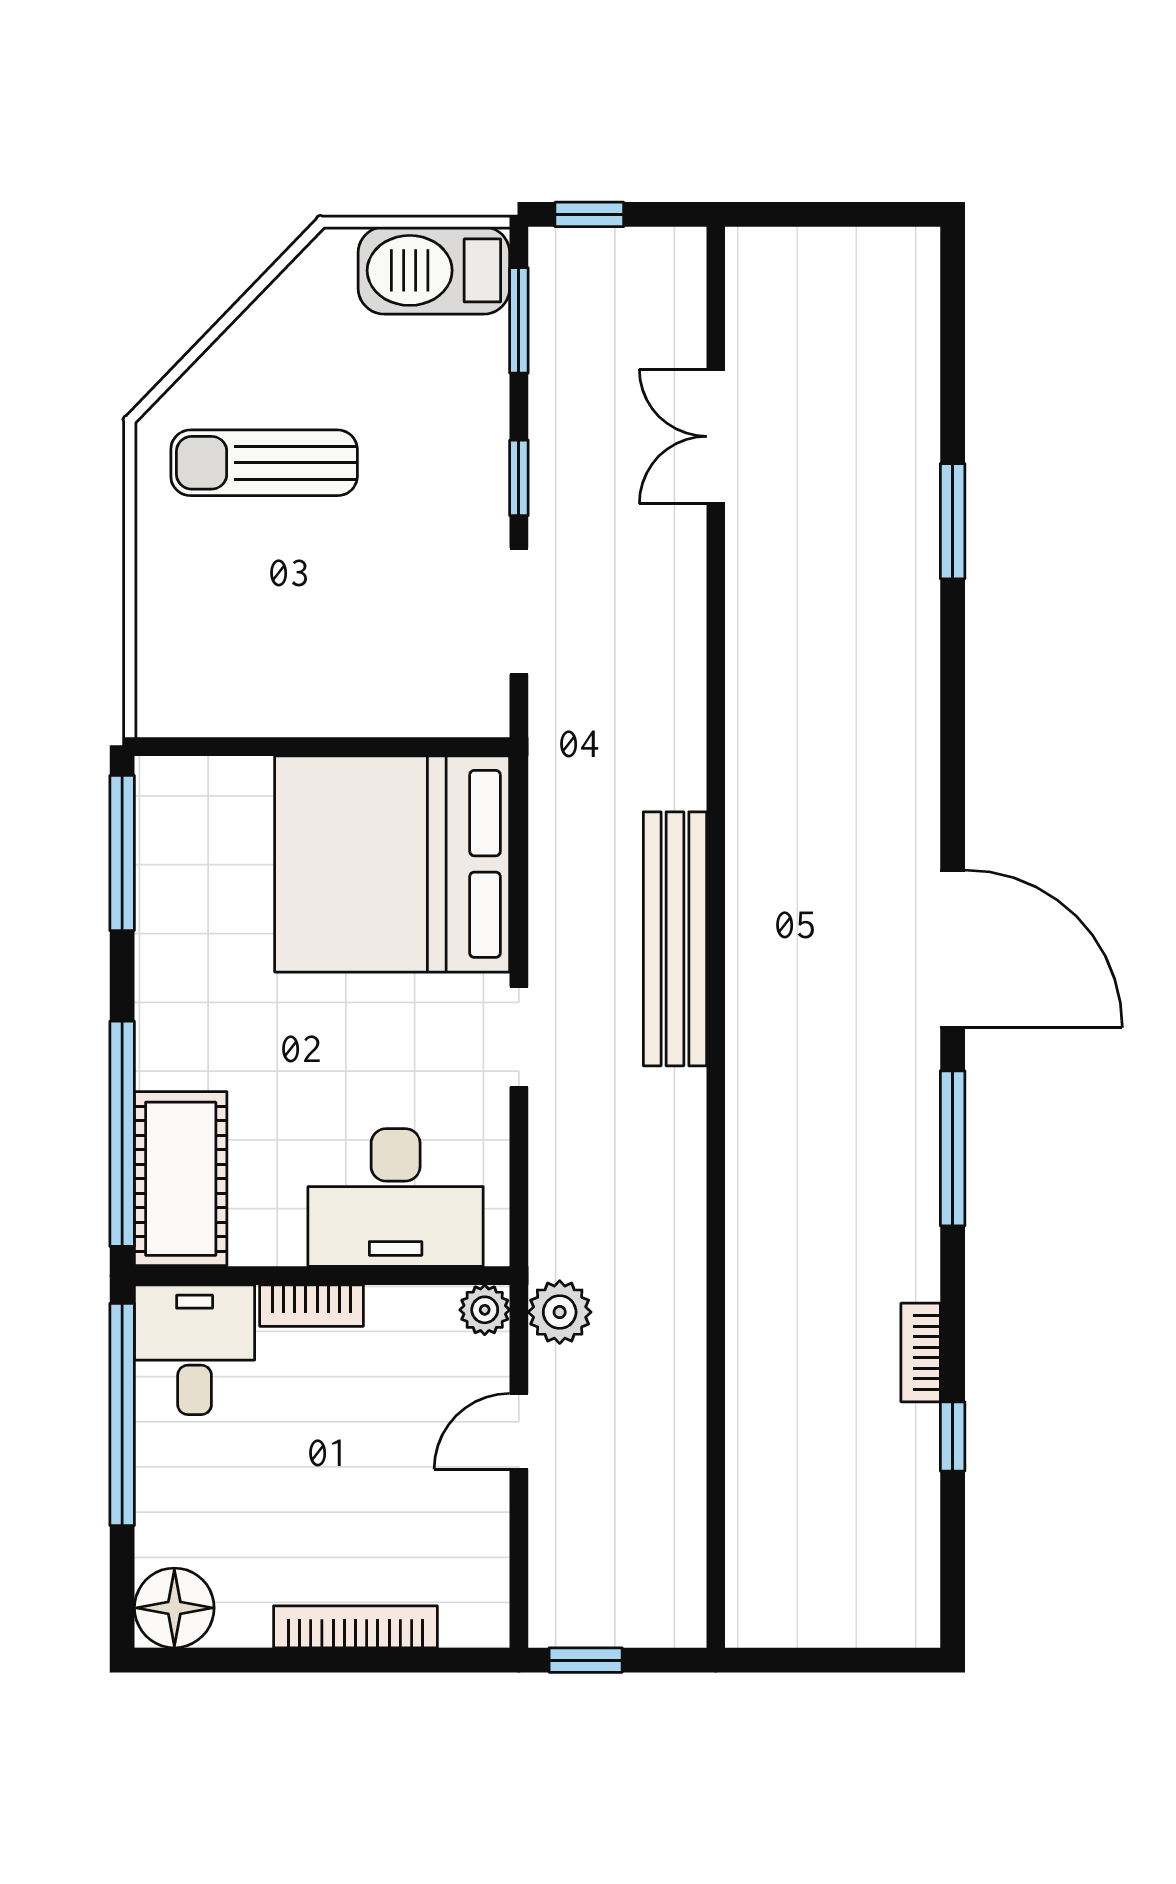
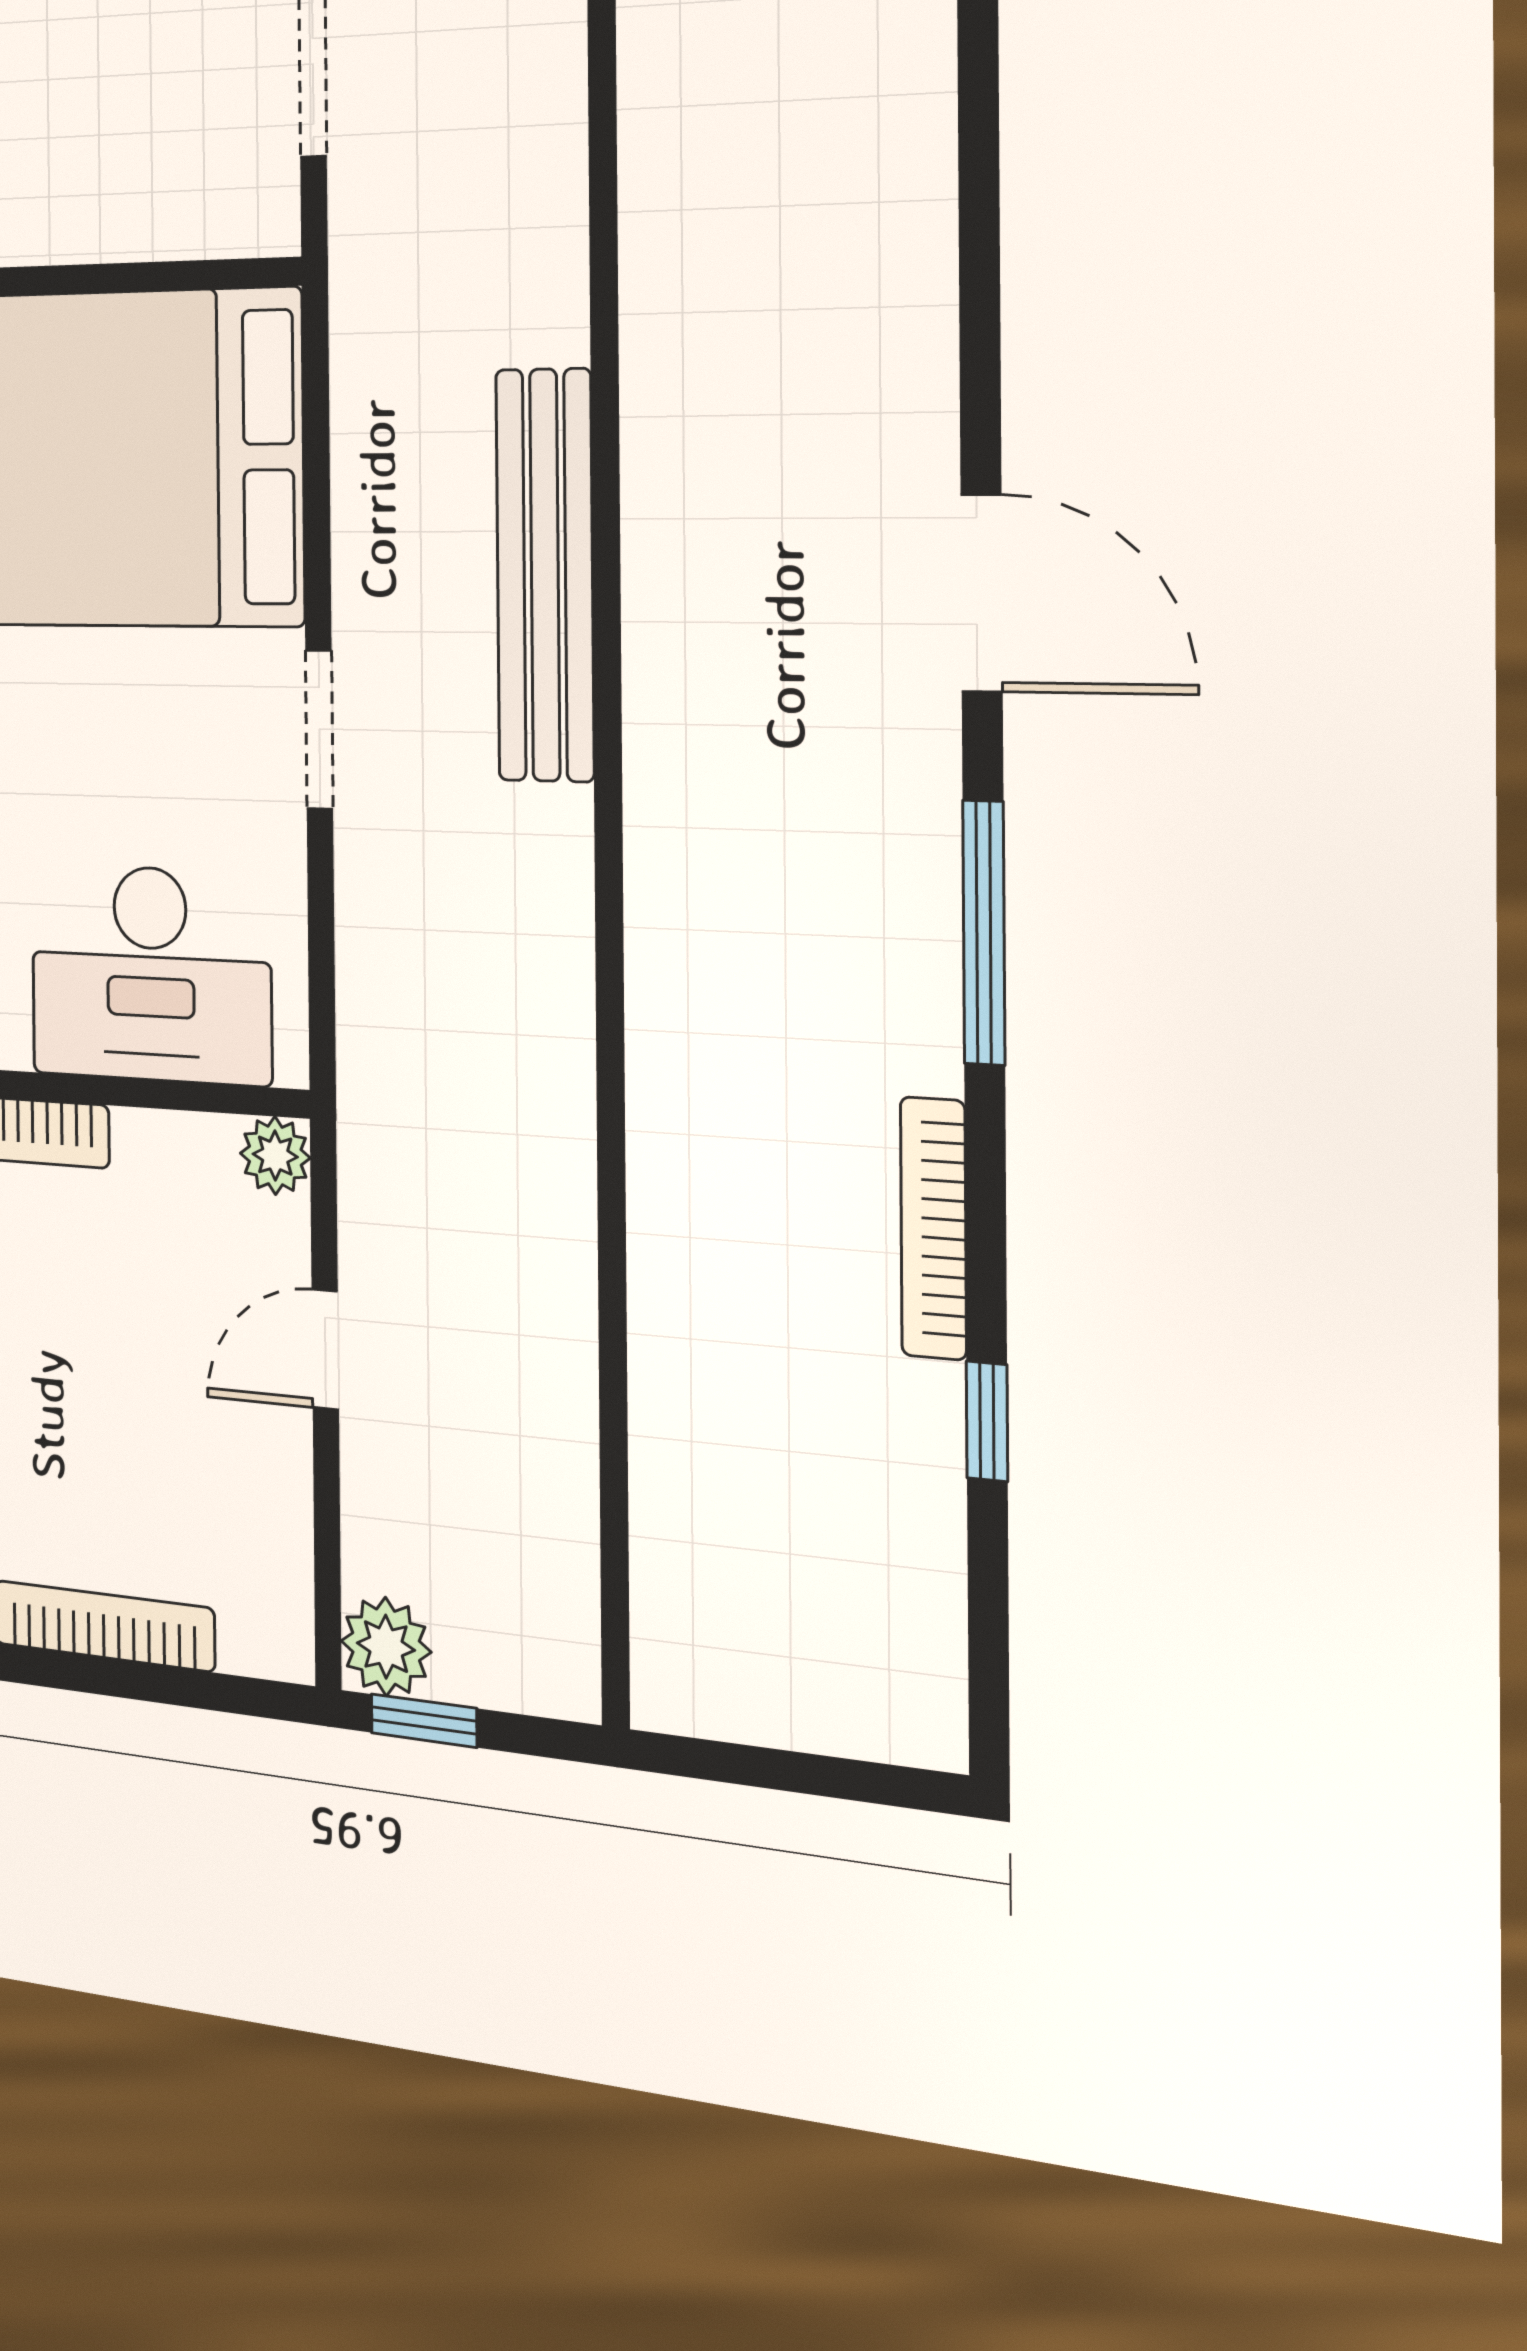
door: (953, 949) -> (982, 593), width x0.73
plant: (560, 1312) -> (386, 1647), moved
bookcase: (921, 1353) -> (933, 1228), width x1.56

